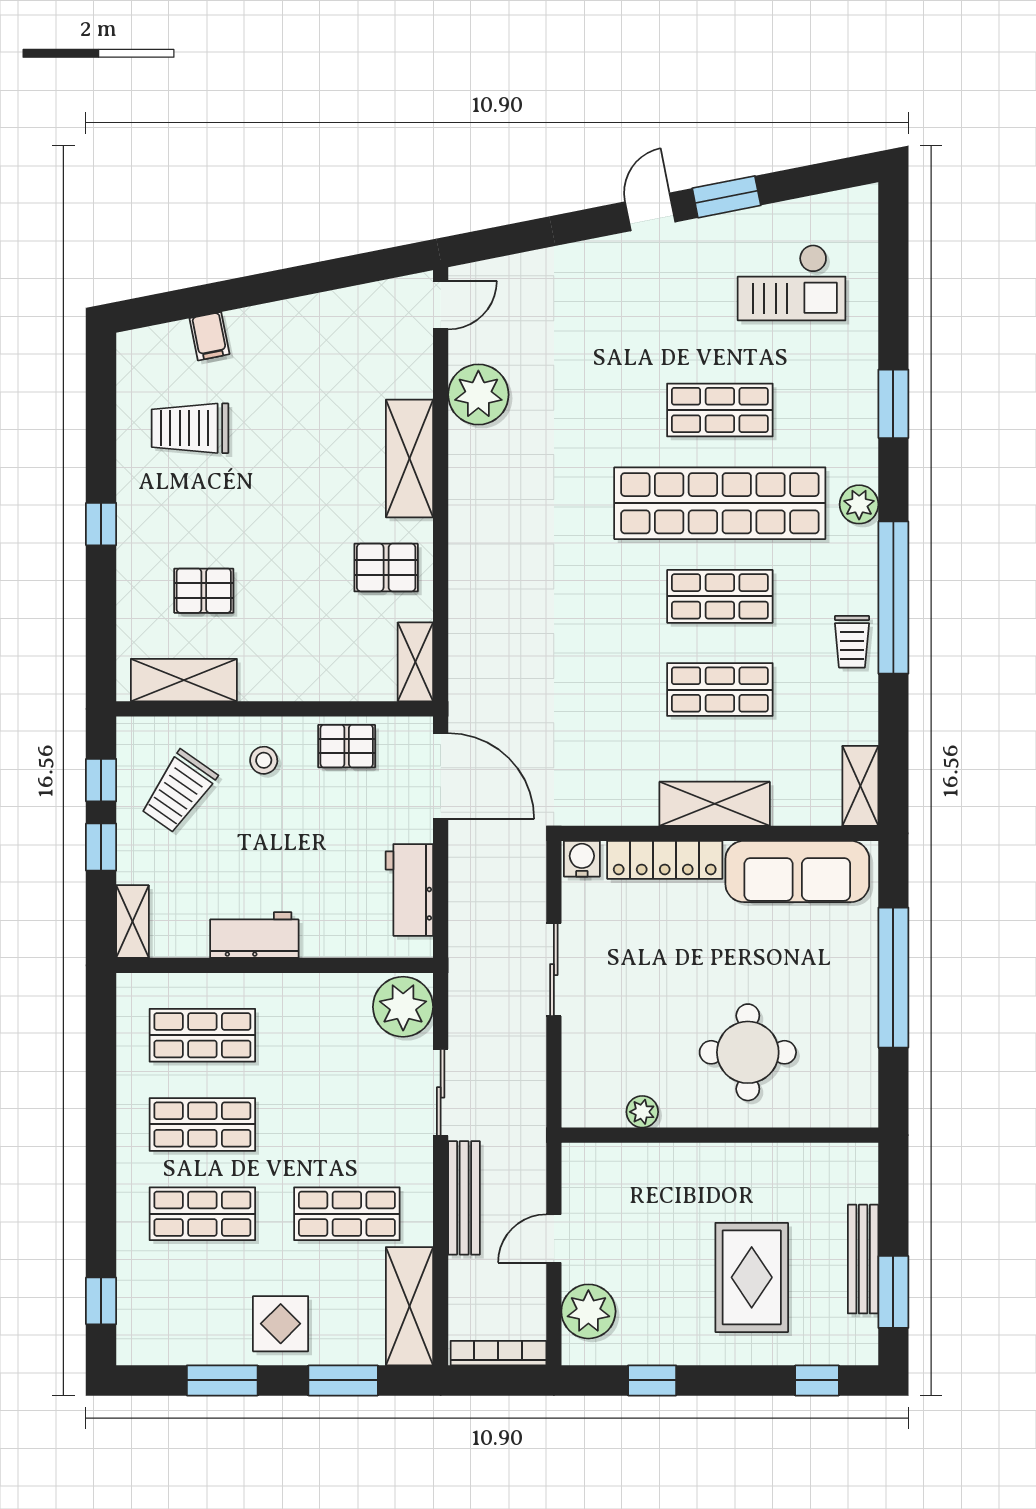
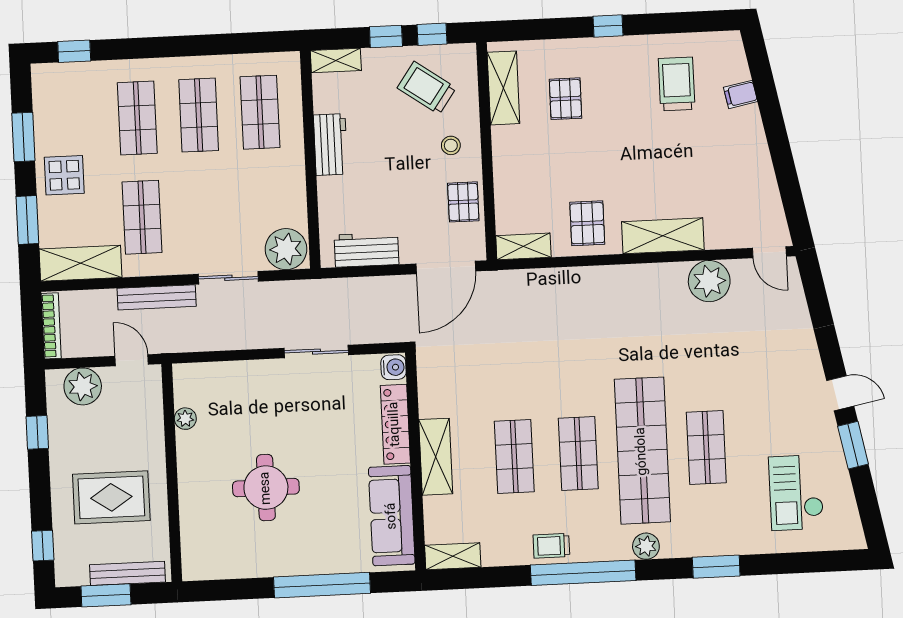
plant: (642, 1112) -> (185, 419), moved
wall: (720, 1135) -> (172, 473), moved

